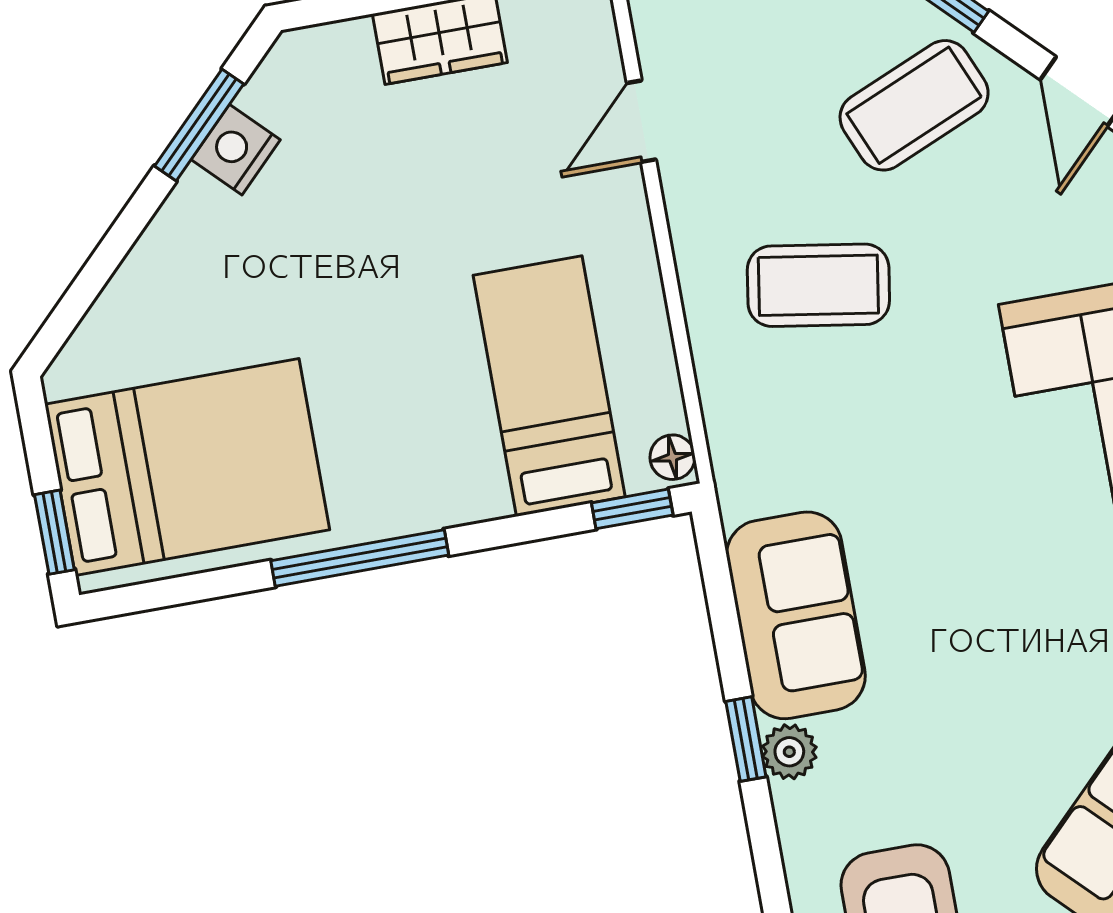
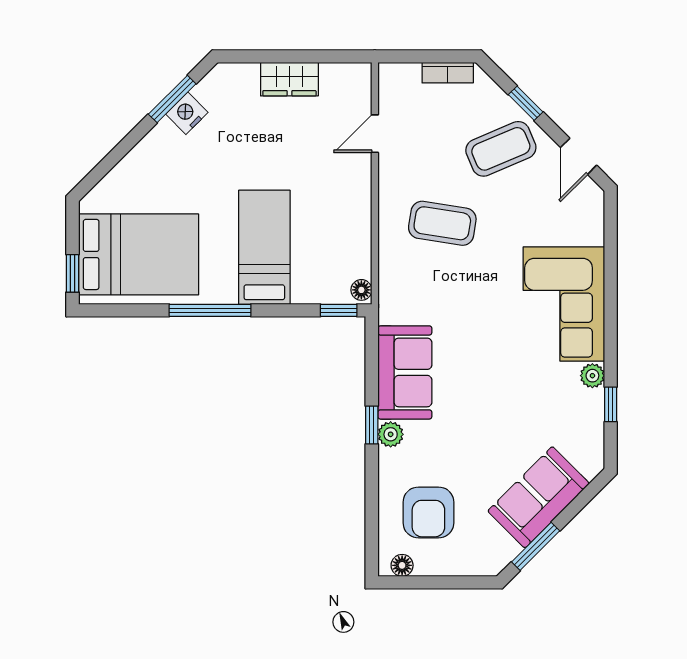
bed: (549, 386) -> (264, 247), moved

